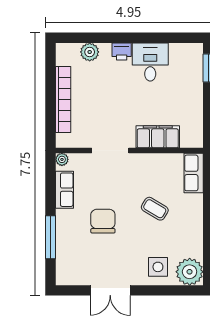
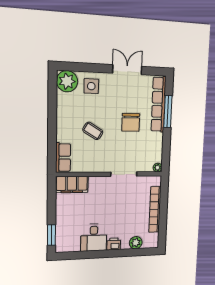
filing cabinet: (158, 137) -> (72, 185), moved
row of seats: (65, 190) -> (159, 104), moved, width x2.02

